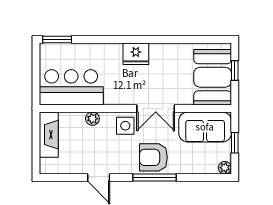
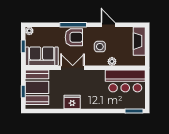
fridge: (136, 54) -> (72, 102), moved
side table: (125, 126) -> (100, 47), moved
fireplace: (49, 135) -> (139, 41), moved

